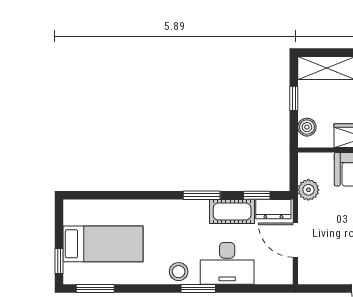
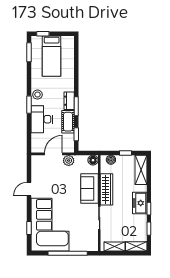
floor lamp: (308, 162) -> (93, 160), added
plant: (308, 190) -> (69, 161), moved
dresser: (273, 209) -> (69, 101), moved

